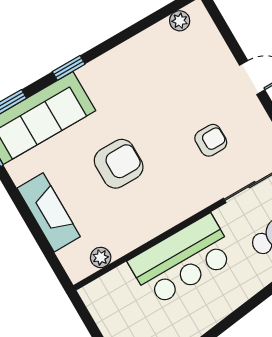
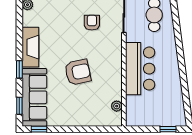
armchair: (119, 164) -> (78, 72), turned 78
fireplace: (49, 212) -> (30, 47), moved, turned 90

